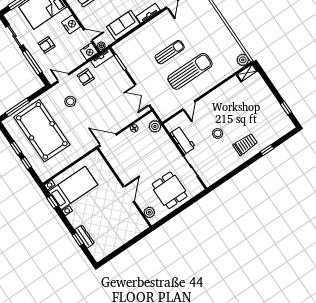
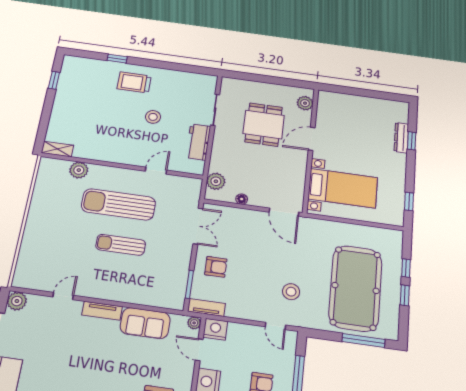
plant: (243, 60) -> (79, 170), moved
armchair: (86, 77) -> (216, 267), moved
bed with nightstands: (73, 188) -> (343, 188), moved, turned 180
dining table: (170, 190) -> (264, 125), moved

